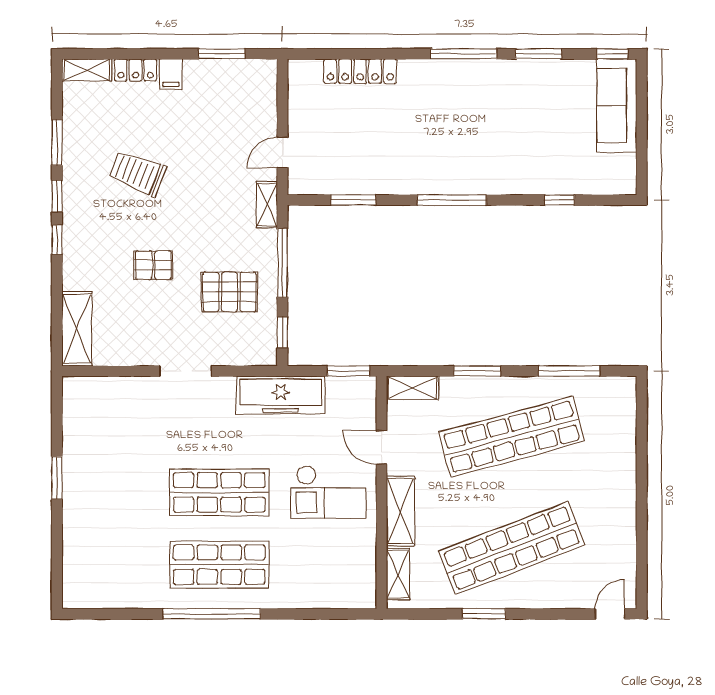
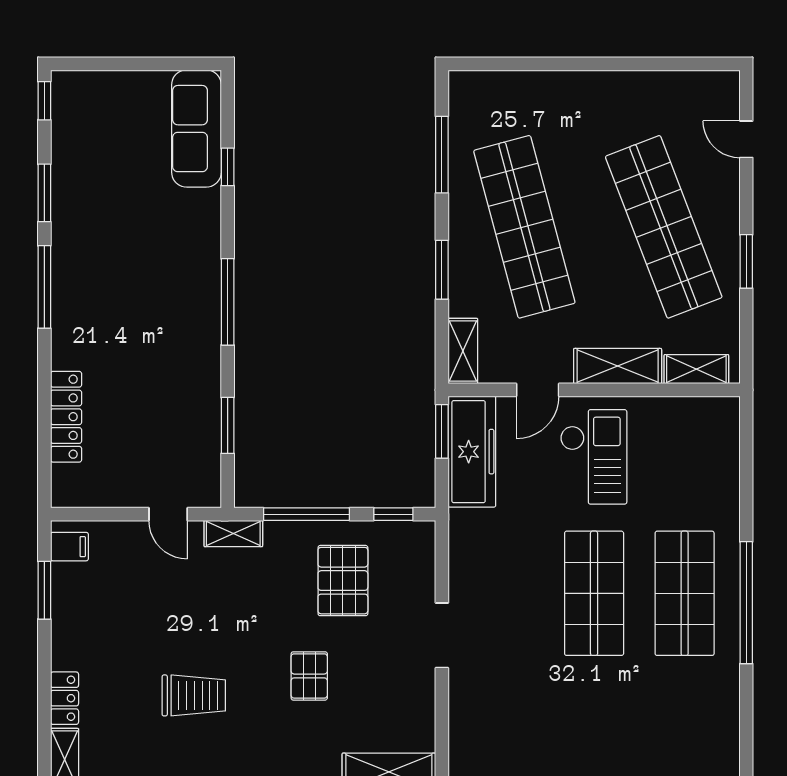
filing cabinet: (171, 74) -> (69, 547), moved
sofa: (617, 105) -> (196, 129), moved, turned 90
trolley: (138, 173) -> (194, 695), turned -111
freezer: (281, 395) -> (472, 452), moved
door: (610, 614) -> (746, 139), moved

